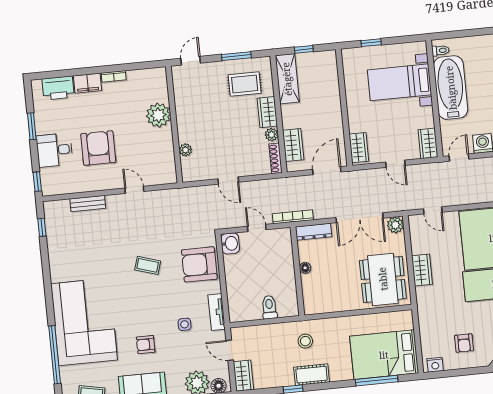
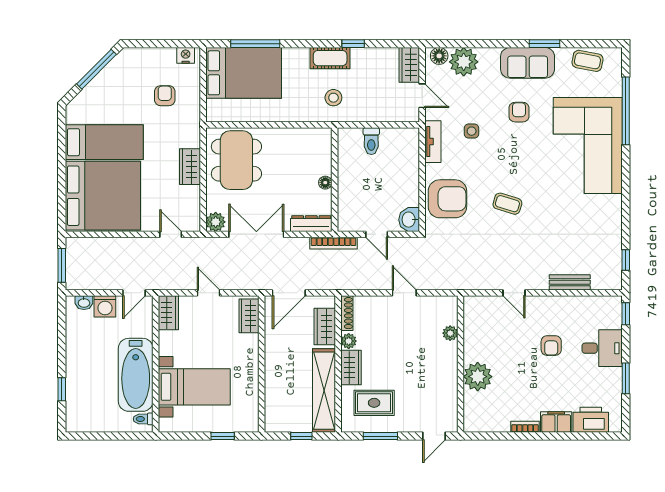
shelving: (287, 79) -> (324, 391), width x1.47
armchair: (98, 148) -> (551, 346), width x0.53, depth x0.53
armchair: (464, 343) -> (165, 96), moved
armchair: (146, 345) -> (519, 112), turned -90

